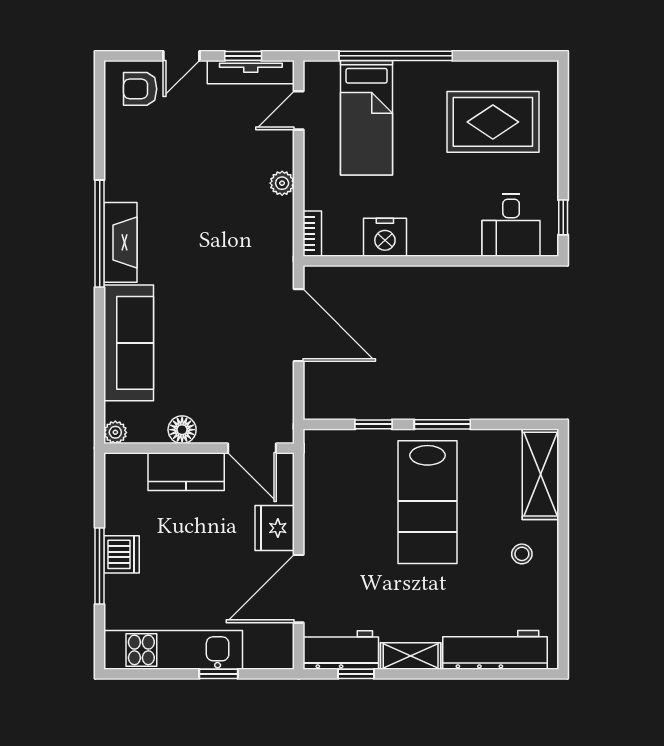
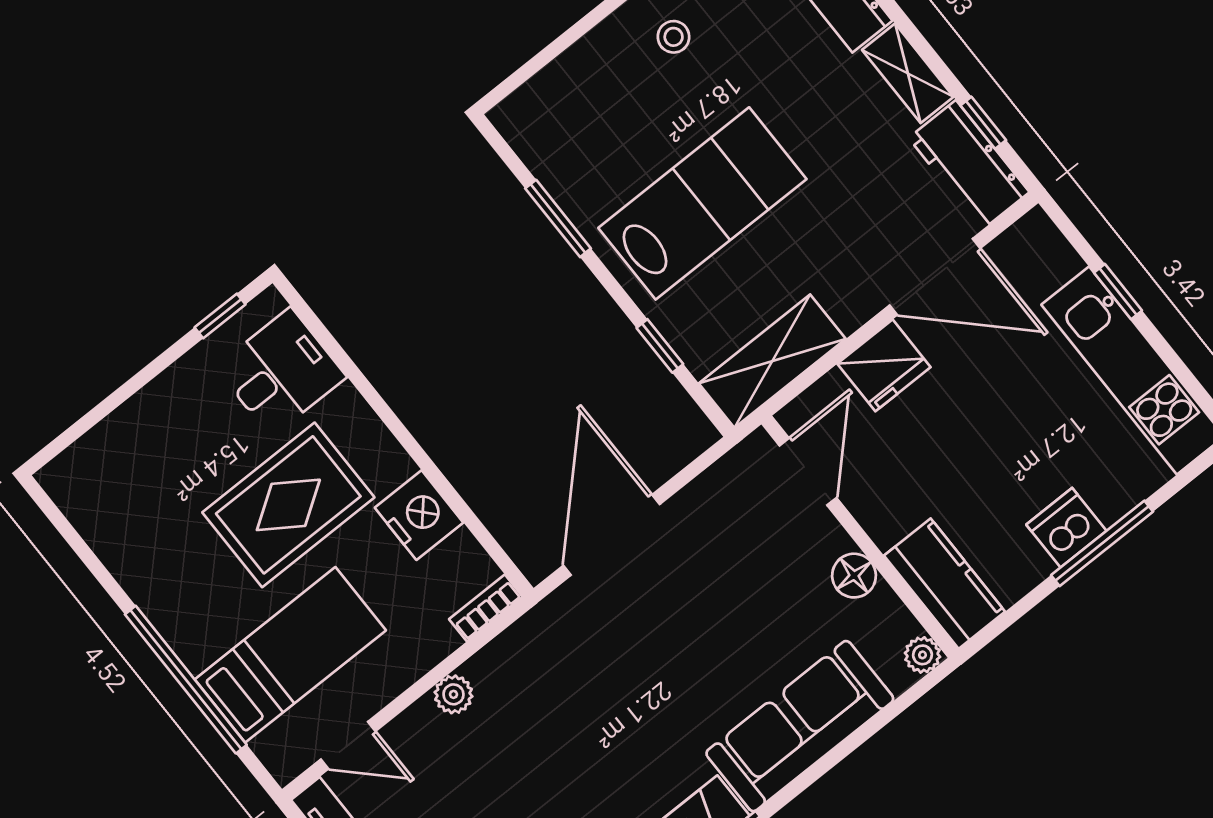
rug: (493, 122) -> (288, 505), moved, turned 90
window: (442, 424) -> (558, 218), moved
kitchen counter: (186, 472) -> (945, 584), moved
shelving: (540, 474) -> (772, 361), moved

